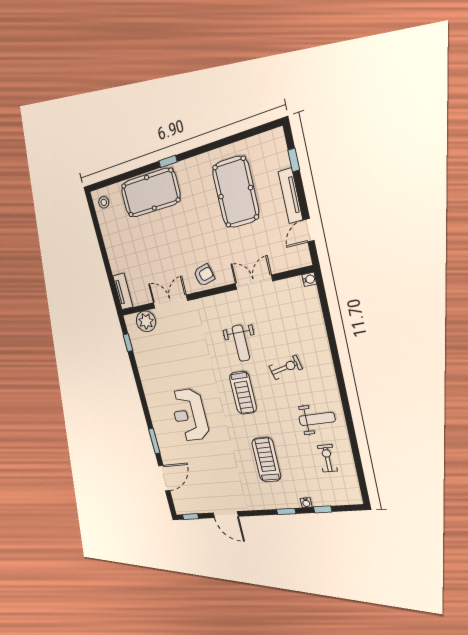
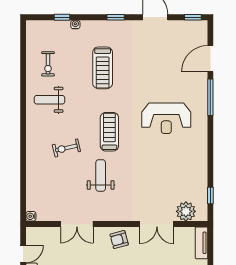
reception desk: (190, 415) -> (166, 118), turned 90
window: (154, 441) -> (210, 97), width x1.44
window: (286, 511) -> (116, 17), moved

